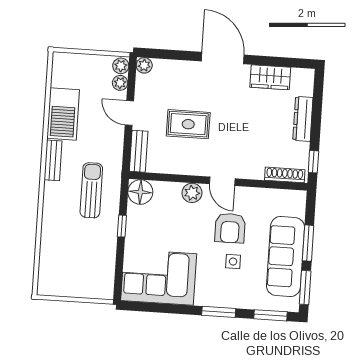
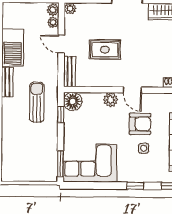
window: (122, 226) -> (61, 114), moved
armchair: (230, 228) -> (140, 124), turned -90
window: (119, 276) -> (60, 164), added
window: (219, 312) -> (135, 186), width x0.67

